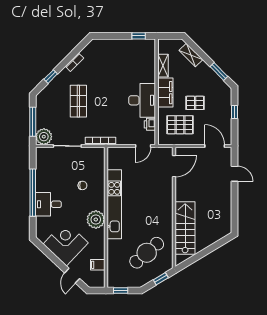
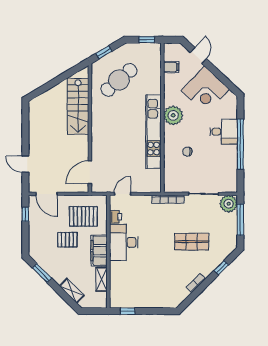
shop shelf: (78, 101) -> (192, 242), turned 90
window: (234, 112) -> (25, 214), moved

